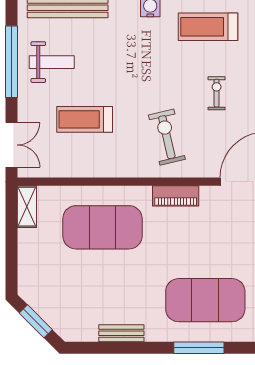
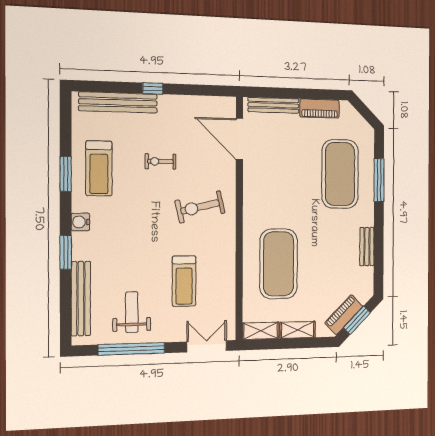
piano: (176, 196) -> (344, 315), moved, turned -135
shelving: (27, 250) -> (298, 330), added

